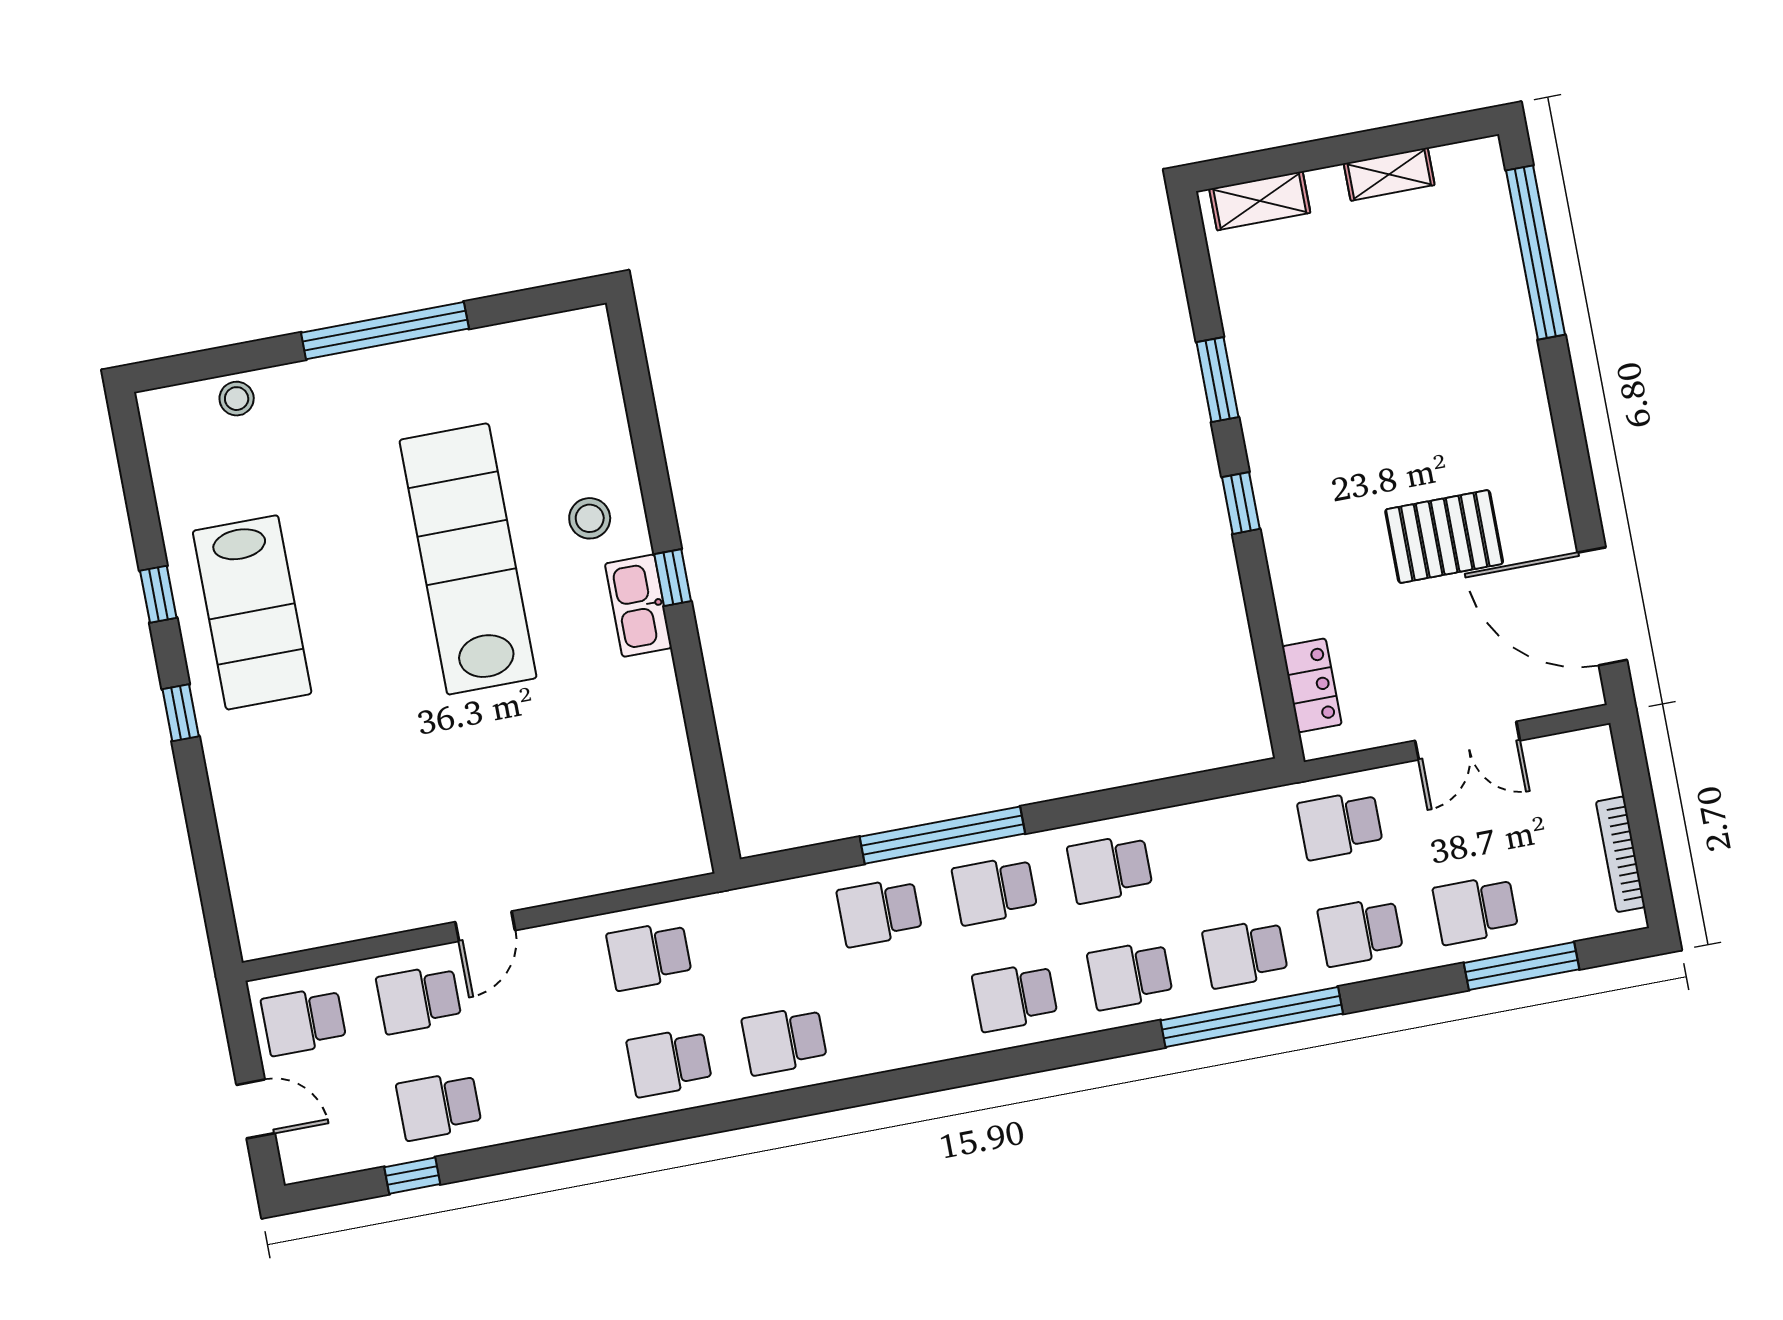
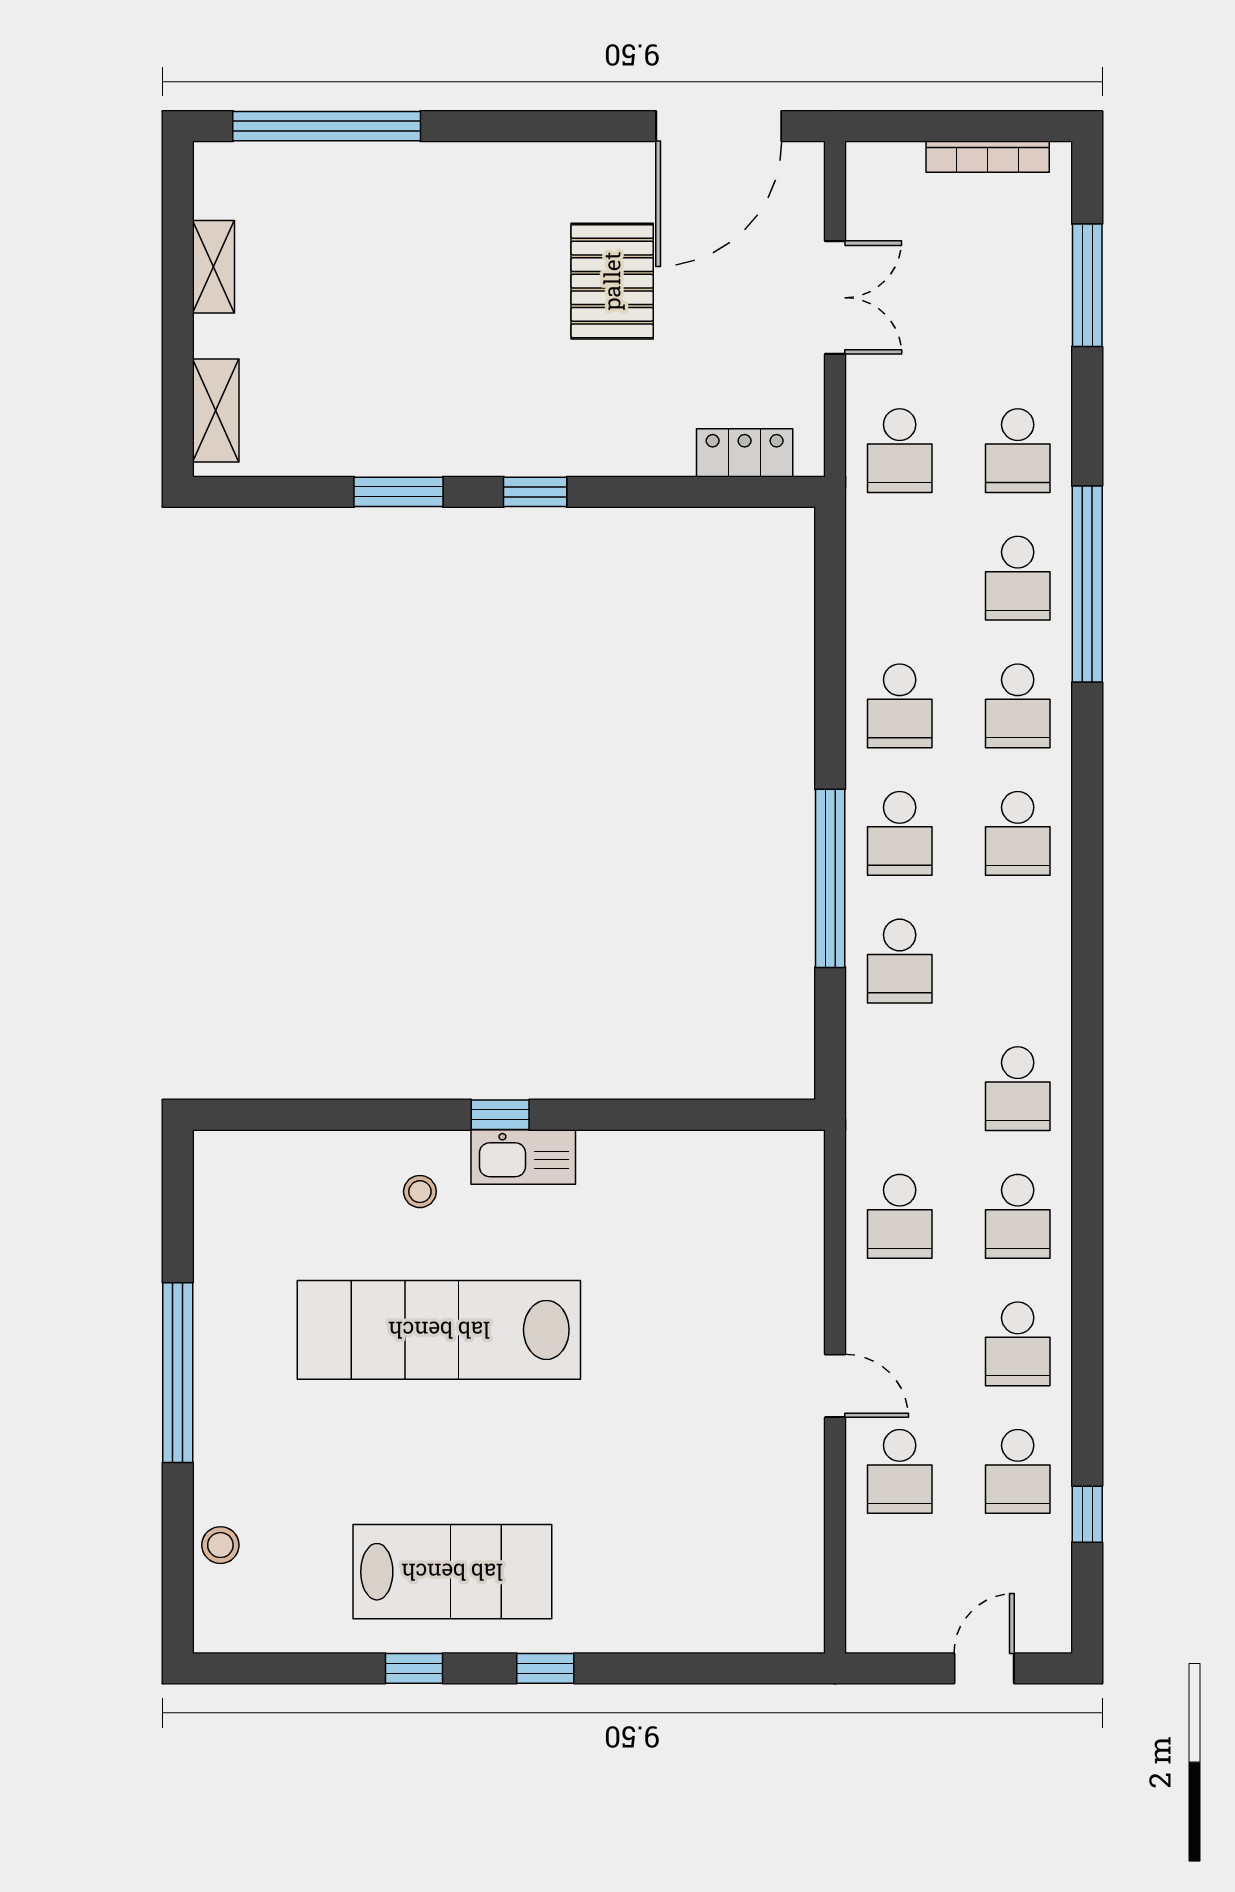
stool: (590, 518) -> (420, 1192), width x0.73, depth x0.73
school desk: (1476, 910) -> (1018, 323), removed
school desk: (304, 1021) -> (1018, 1344), moved

